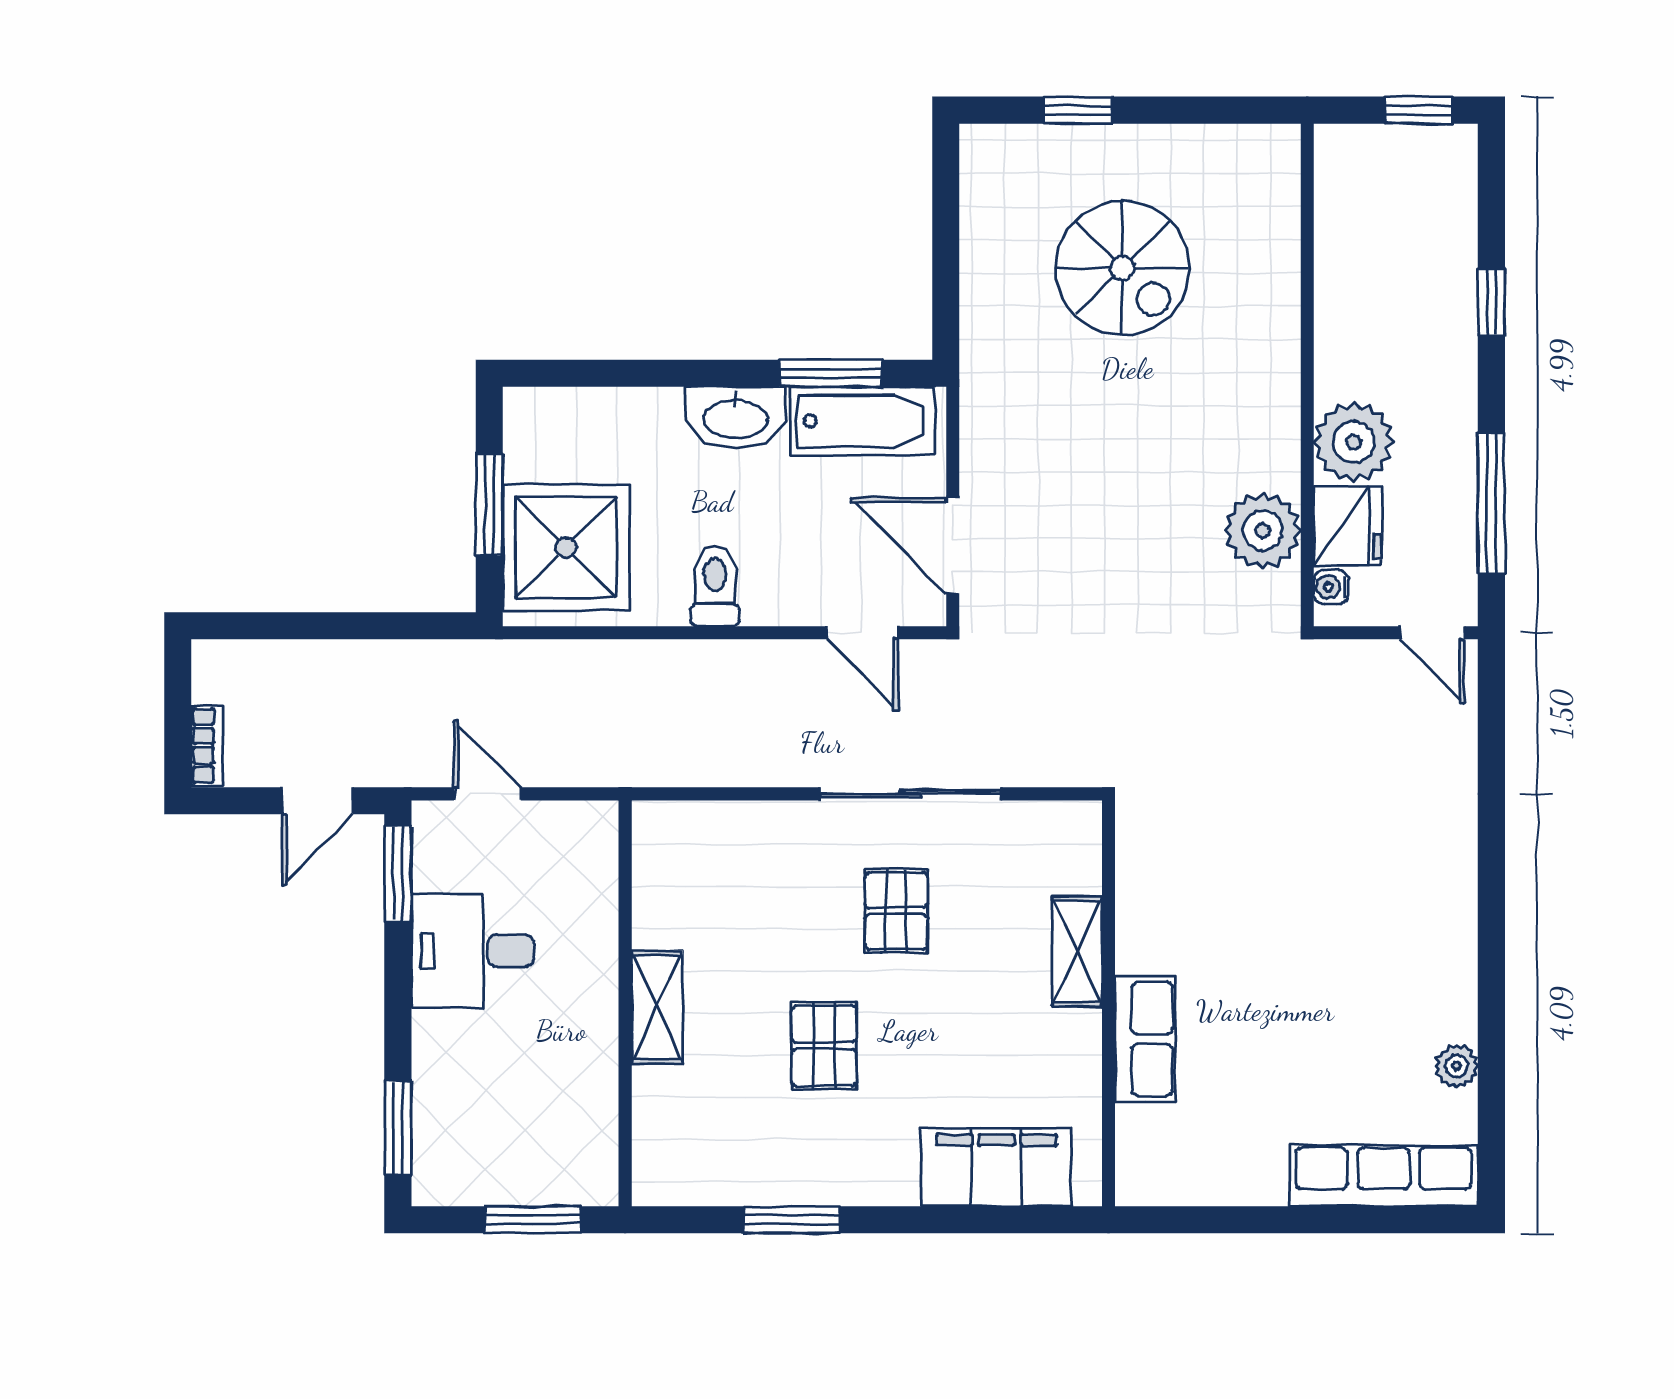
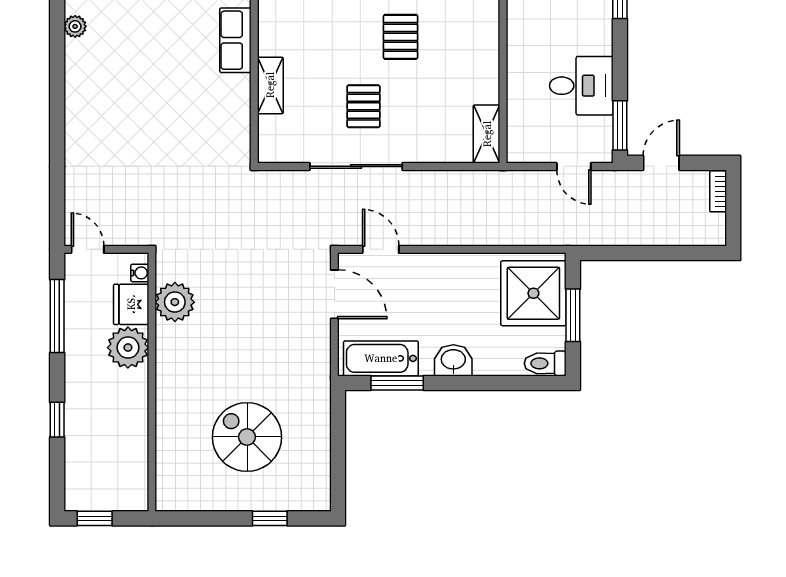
washbasin: (735, 417) -> (453, 360), width x0.72
toilet: (715, 586) -> (545, 363), moved, turned 90
shelving: (657, 1007) -> (487, 134), moved

